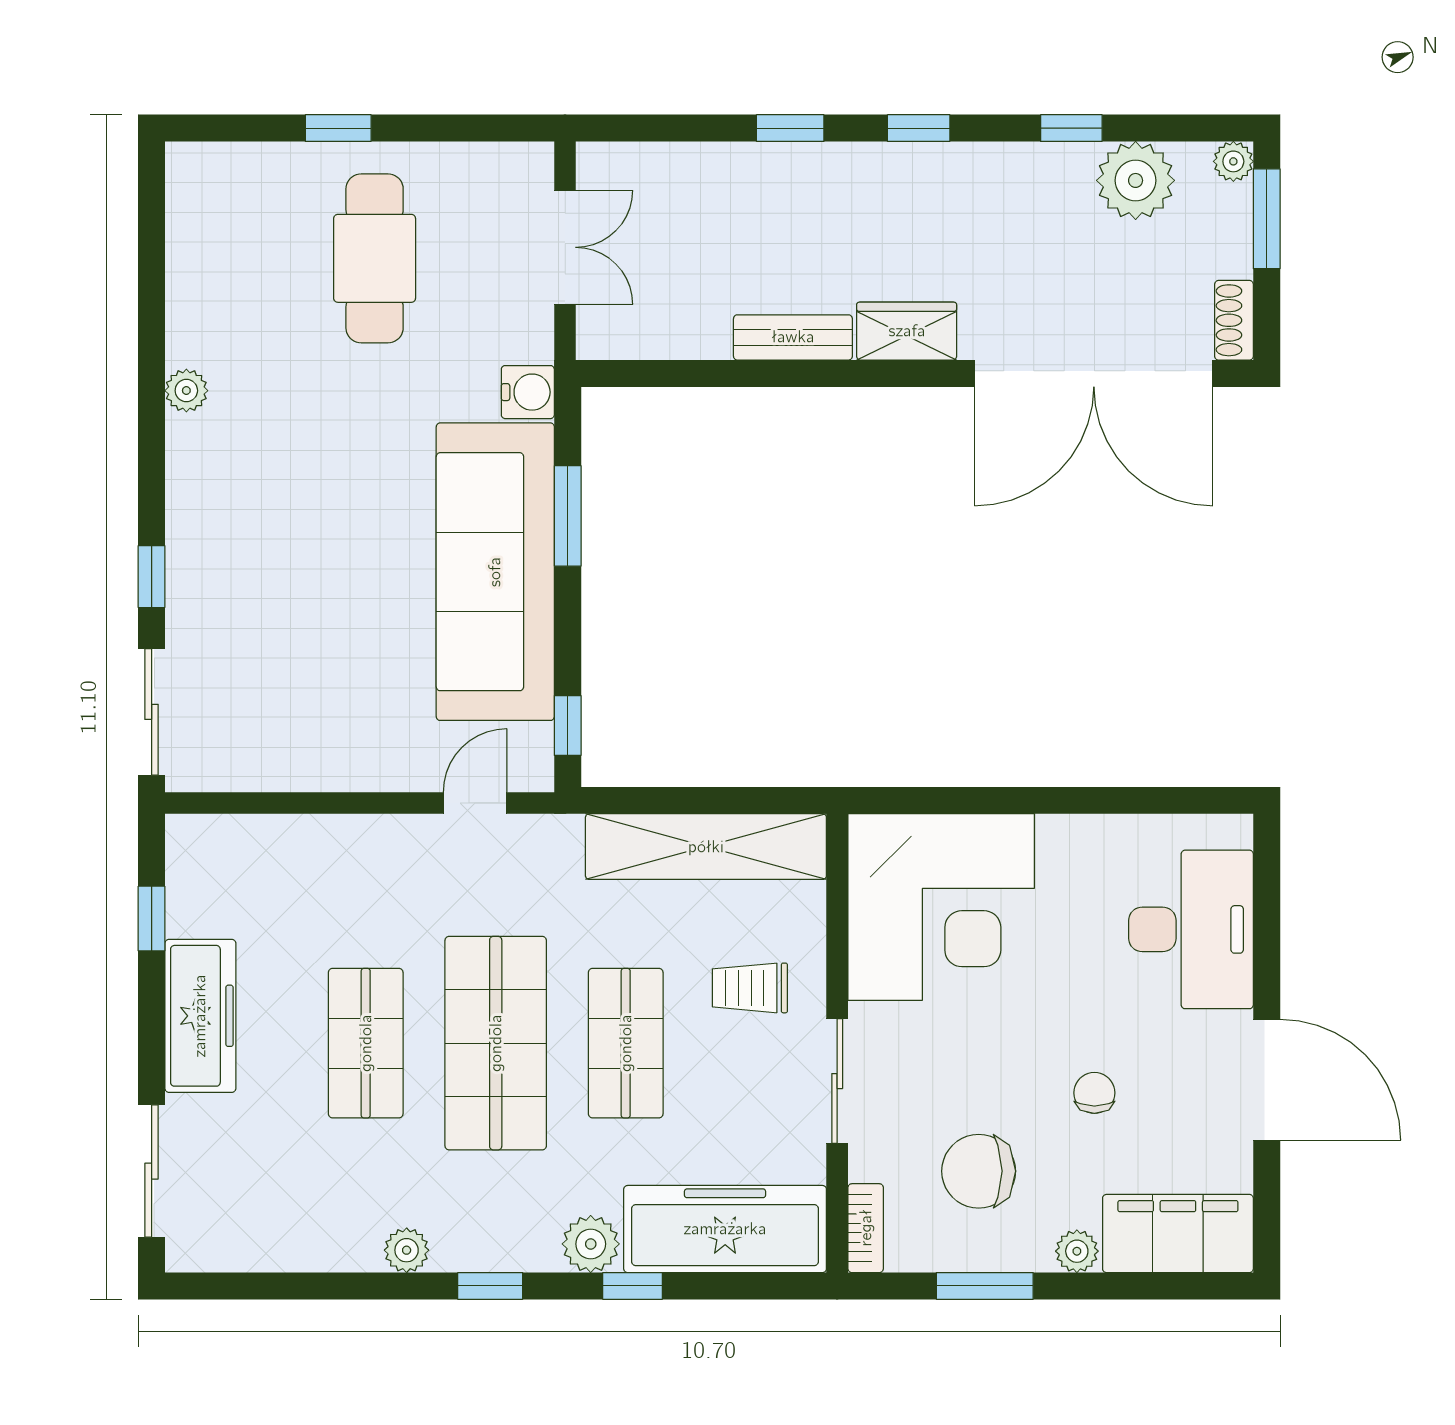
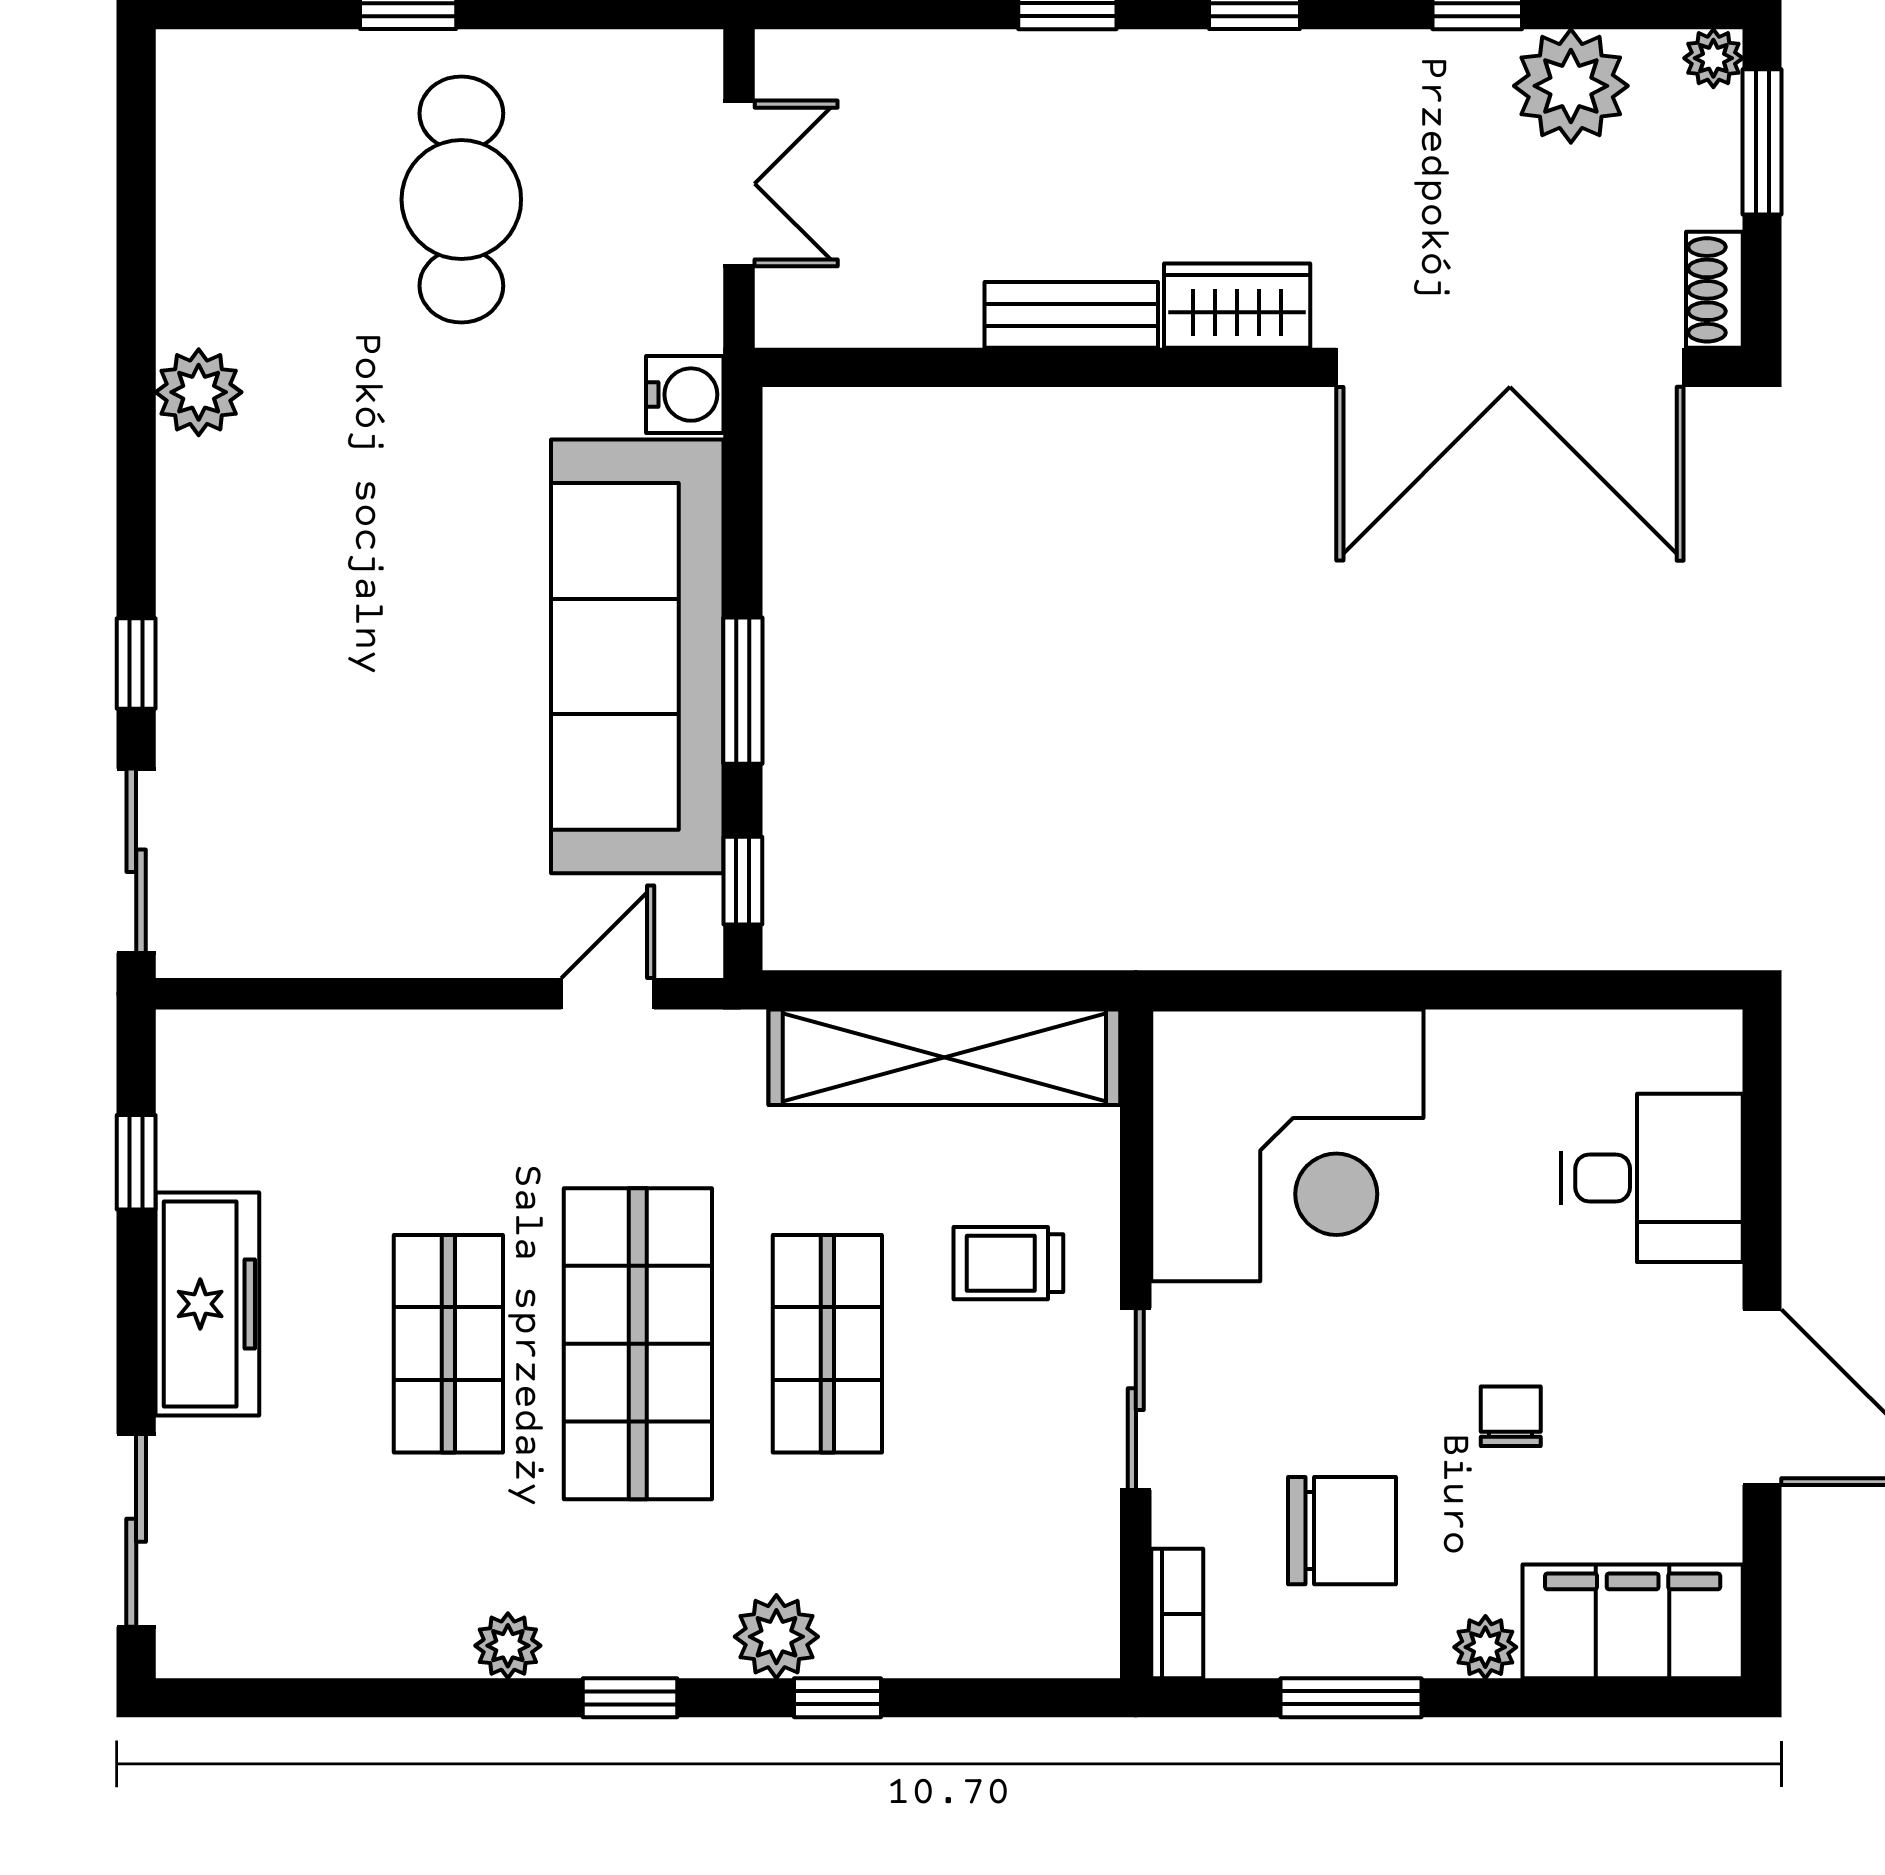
plant: (186, 391) -> (199, 392), width x1.38, depth x1.38
window: (568, 516) -> (743, 691), moved
desk: (1191, 929) -> (1652, 1178), width x0.73
chair: (979, 1171) -> (1342, 1531), turned 180
freezer: (725, 1229) -> (972, 1615), removed

